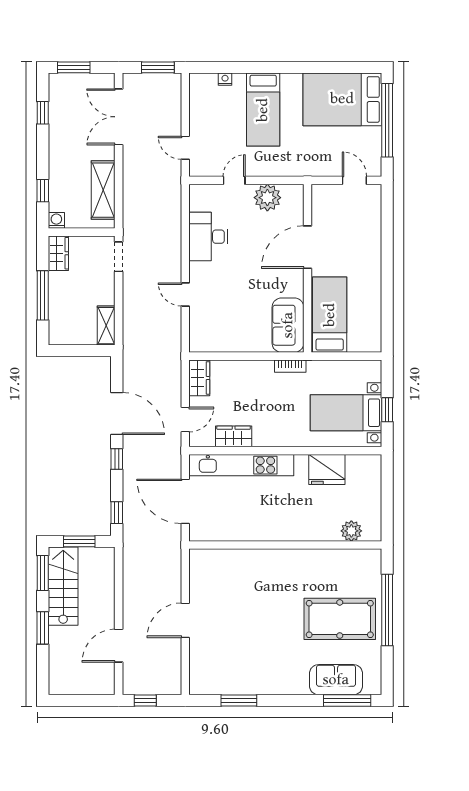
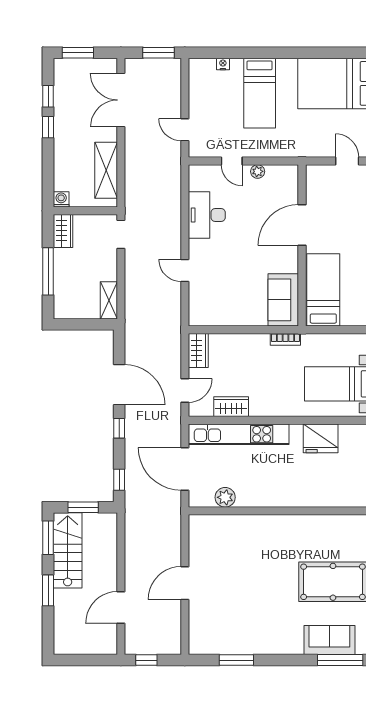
door: (234, 180) -> (232, 161), swing flipped
window: (43, 191) -> (48, 127), moved
plant: (267, 198) -> (258, 171), width x0.53, depth x0.53
plant: (351, 531) -> (225, 497), moved

